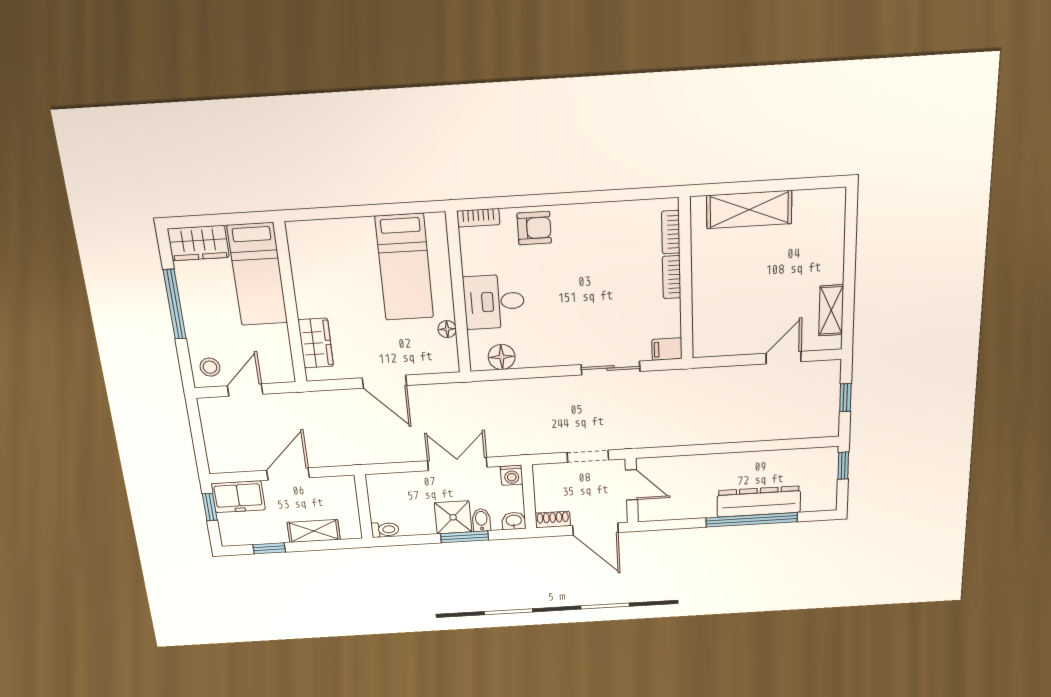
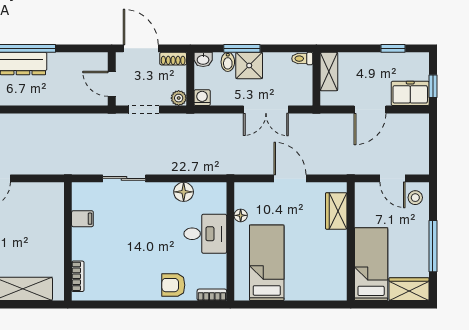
bookcase: (672, 277) -> (78, 244), removed
filing cabinet: (667, 349) -> (82, 219), moved
floor lamp: (502, 357) -> (184, 192), moved
door: (245, 390) -> (392, 178), hinge flipped
double door: (457, 464) -> (266, 110), moved
plant: (542, 473) -> (179, 98), added
shelving: (314, 531) -> (329, 72), moved, turned 90

